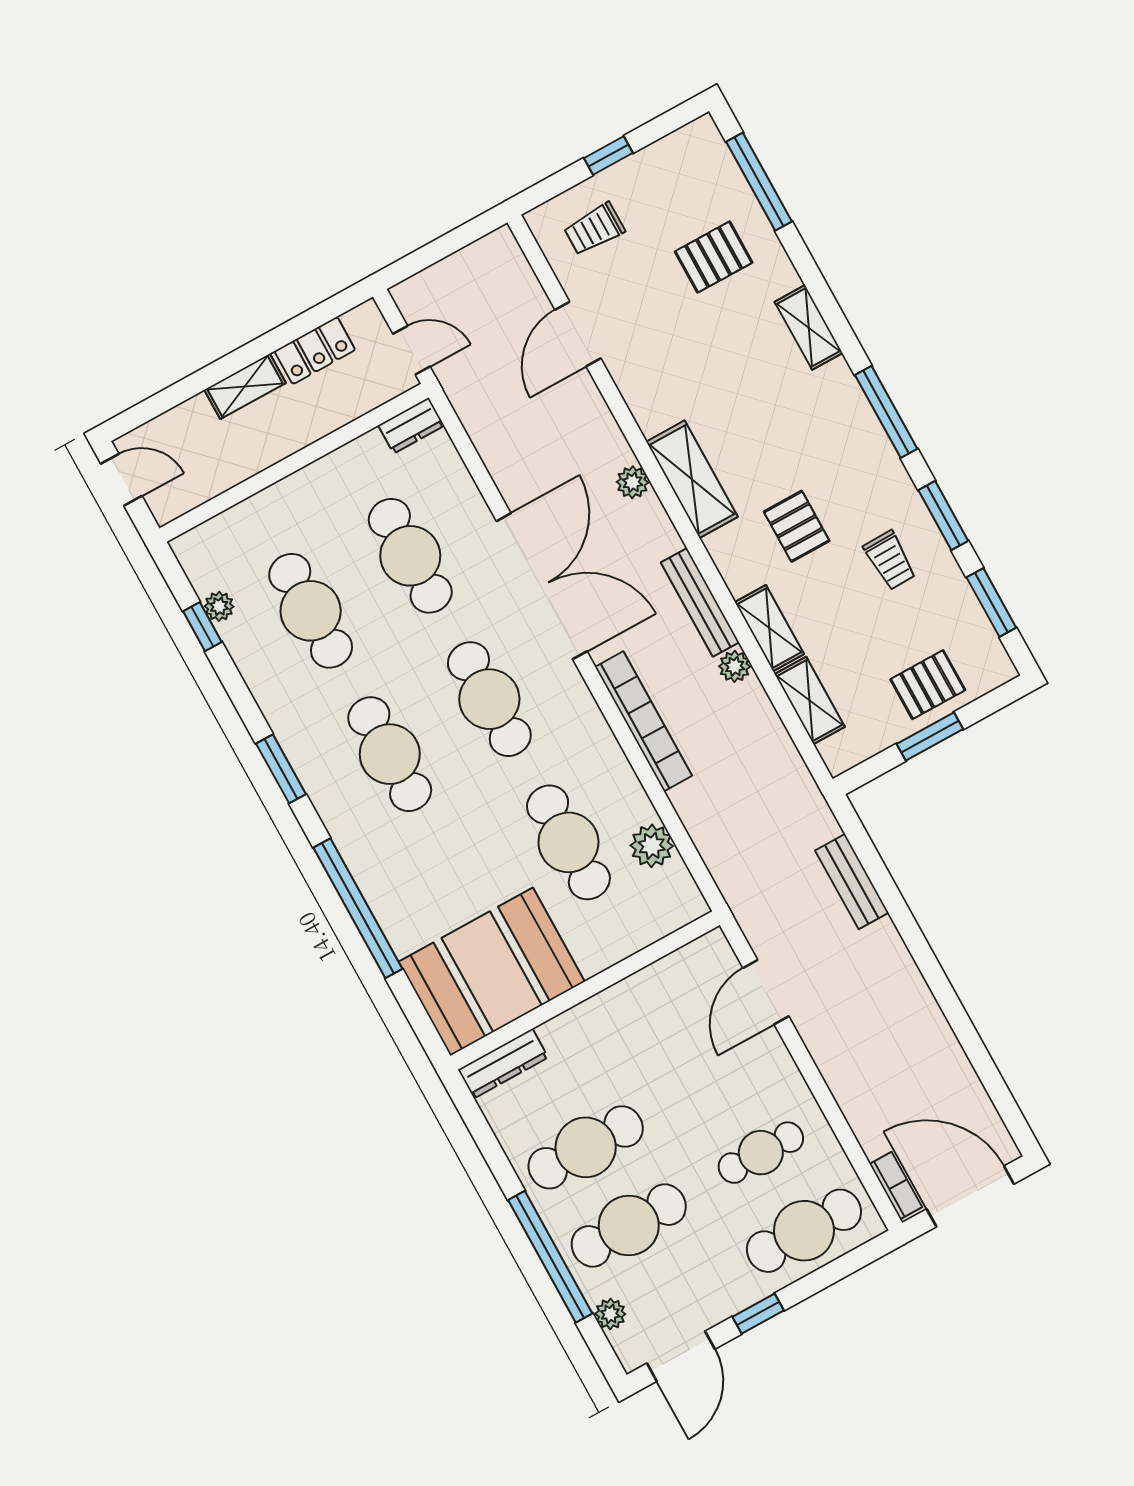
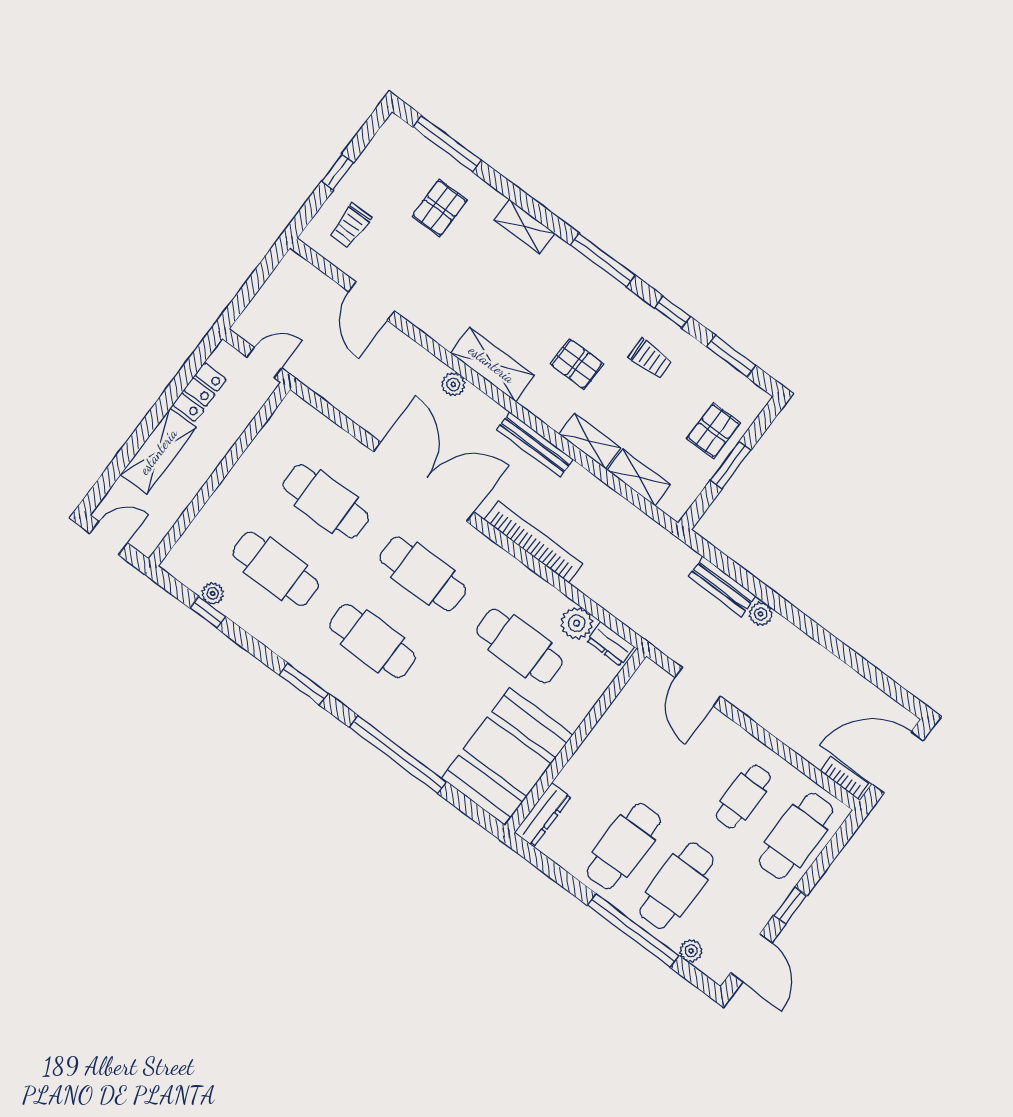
shelving: (245, 386) -> (158, 451), width x1.50, depth x1.33
dresser: (411, 425) -> (611, 644), moved, turned 90
window: (943, 515) -> (672, 312), width x0.67
plant: (735, 666) -> (761, 614), moved

